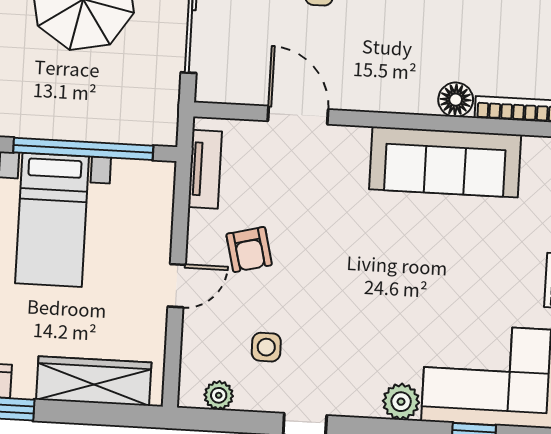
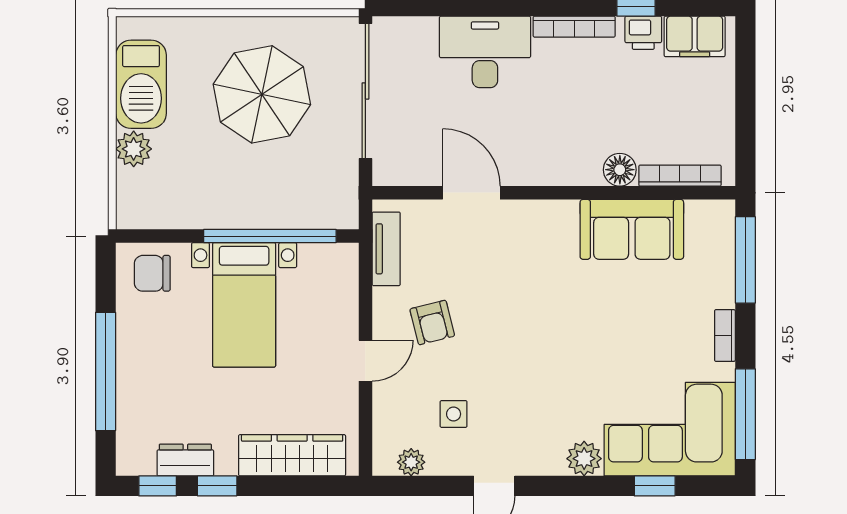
sofa: (445, 162) -> (632, 229), width x0.73

